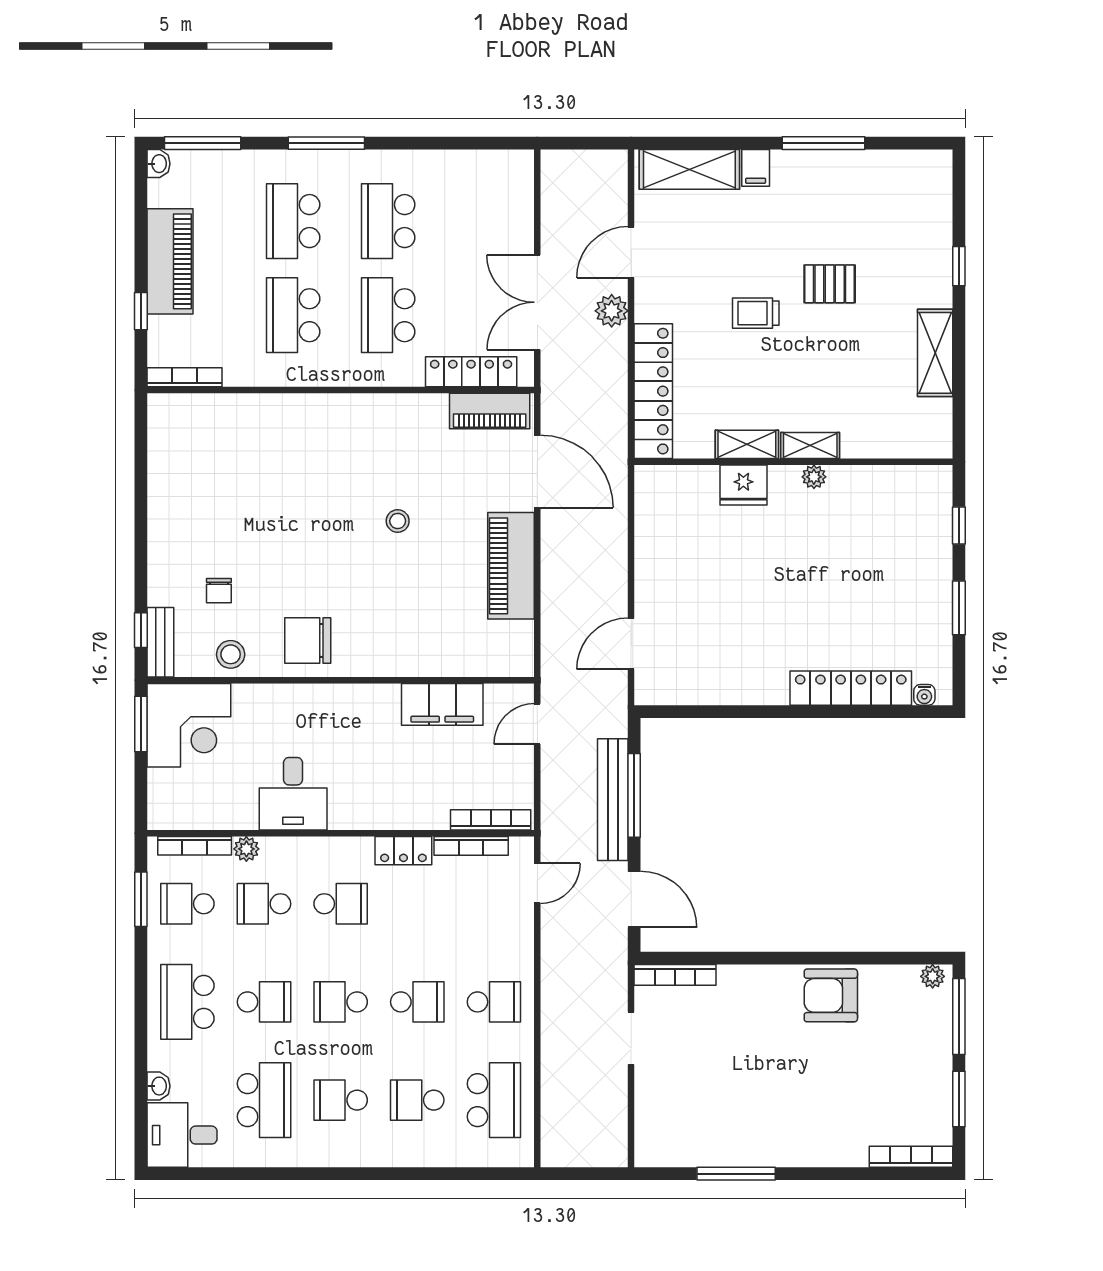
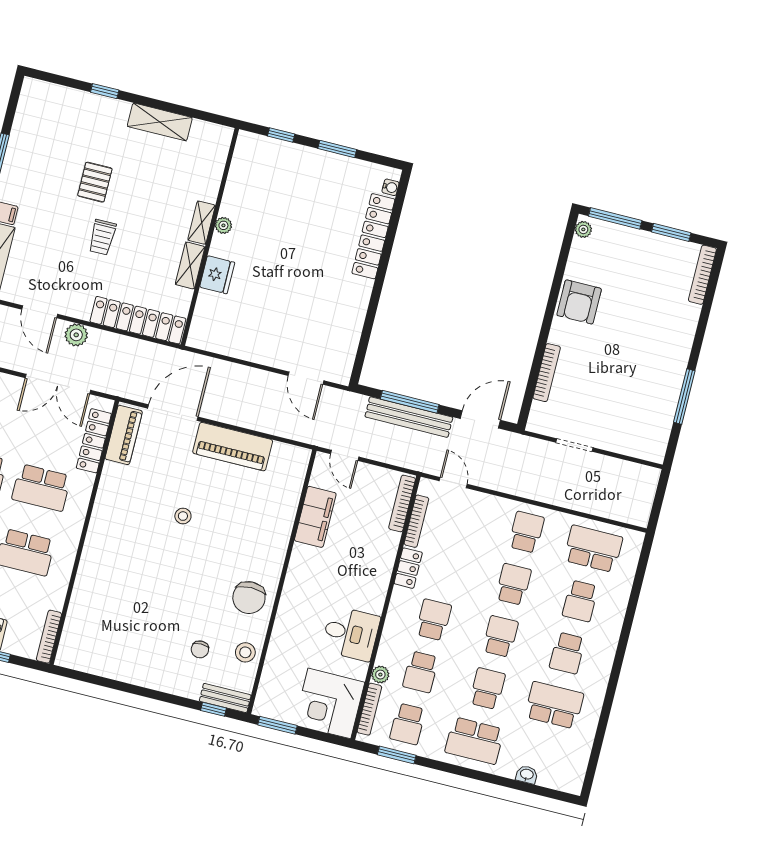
chair: (219, 591) -> (200, 649), turned 90
corner desk: (189, 725) -> (329, 703), moved, turned 180
bookcase: (675, 975) -> (547, 373), moved
school desk: (341, 1002) -> (500, 636), turned 180
desk: (182, 1135) -> (564, 767), removed

